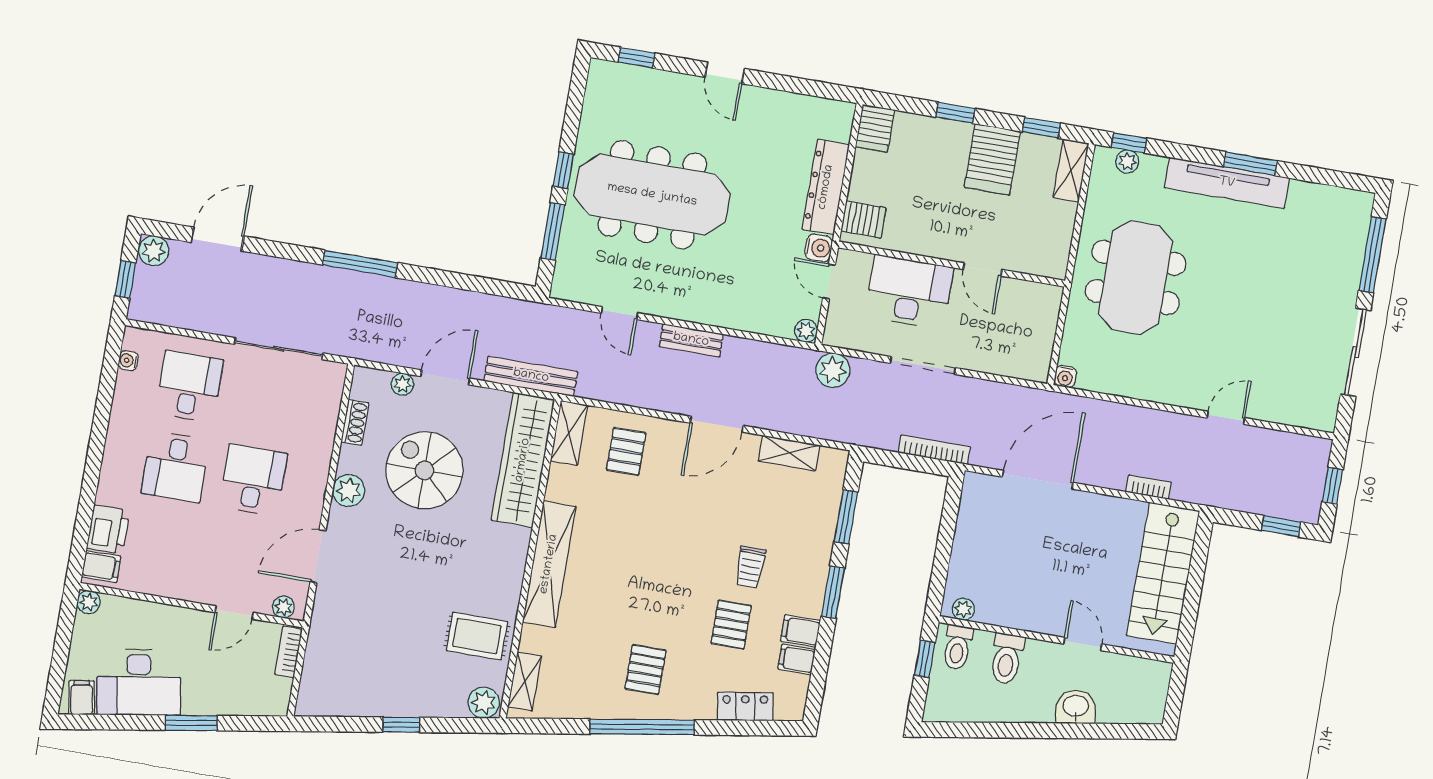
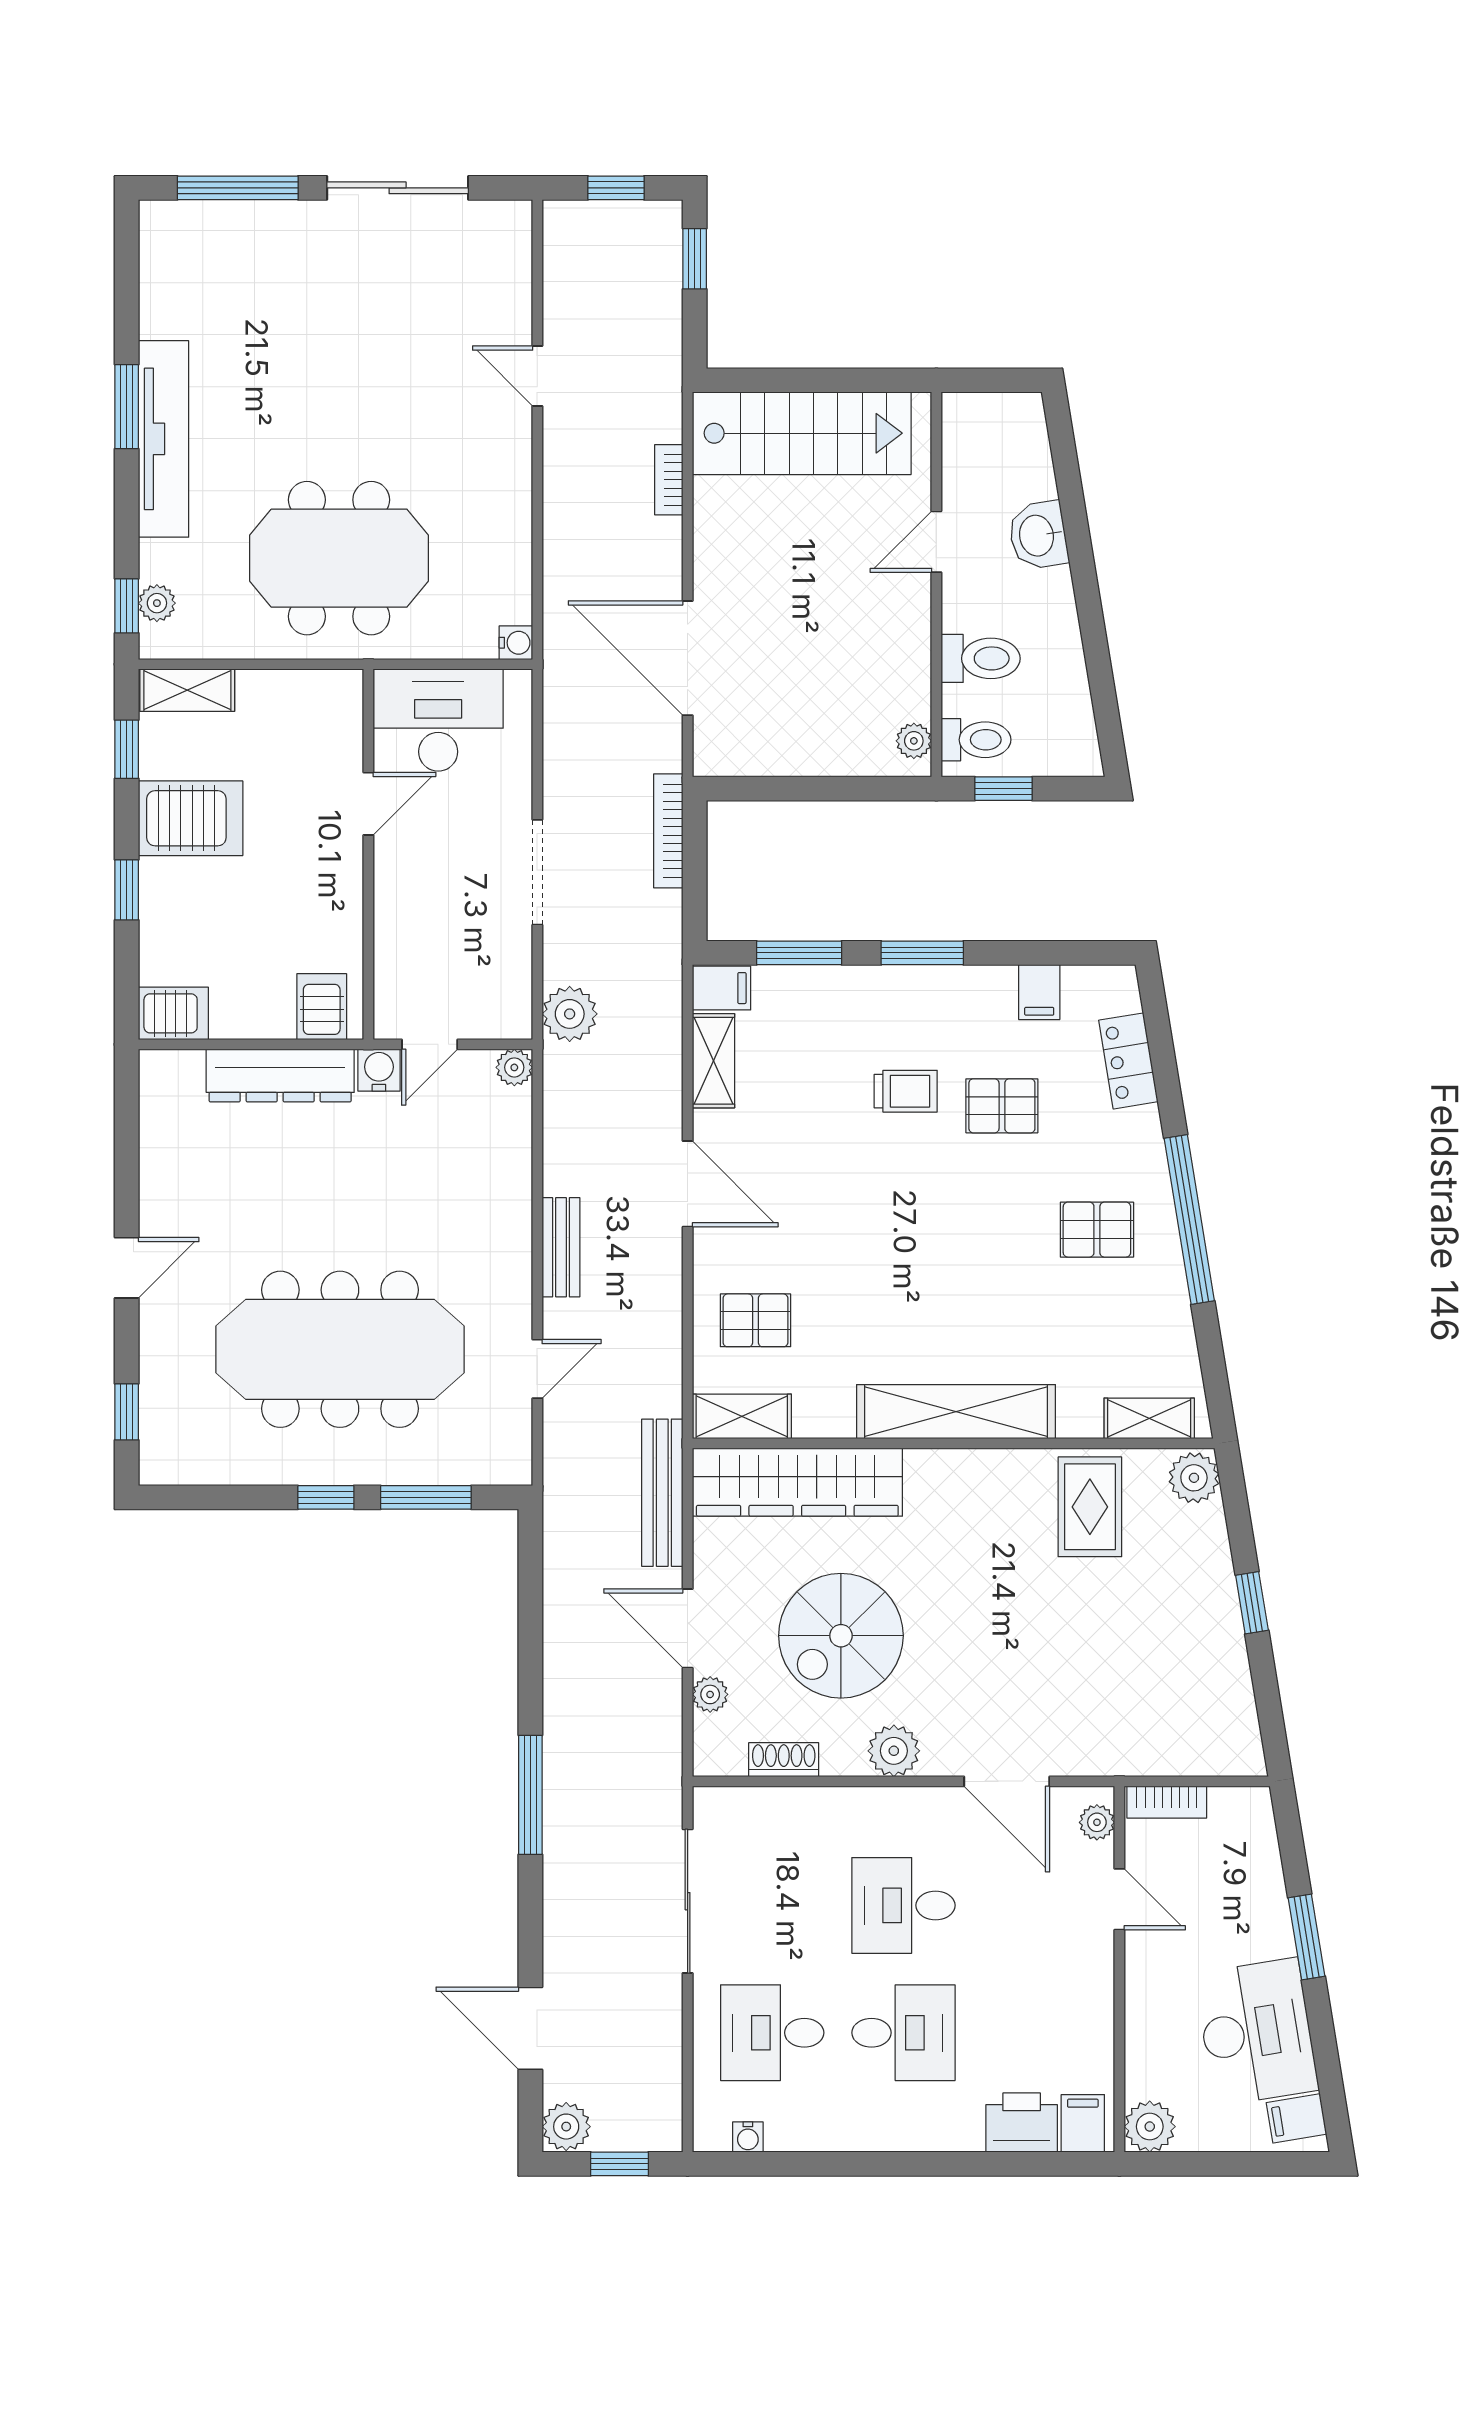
meeting table: (652, 195) -> (340, 1349), turned 90
desk: (909, 292) -> (438, 720), moved, turned 90
plant: (89, 602) -> (1150, 2127), width x1.38, depth x1.38
filing cabinet: (800, 631) -> (721, 988), moved, turned -90

